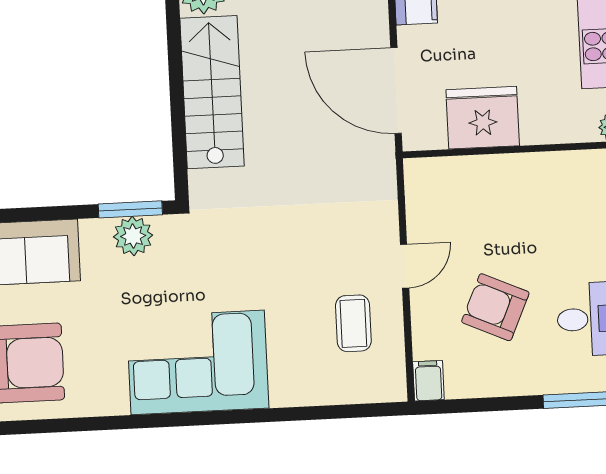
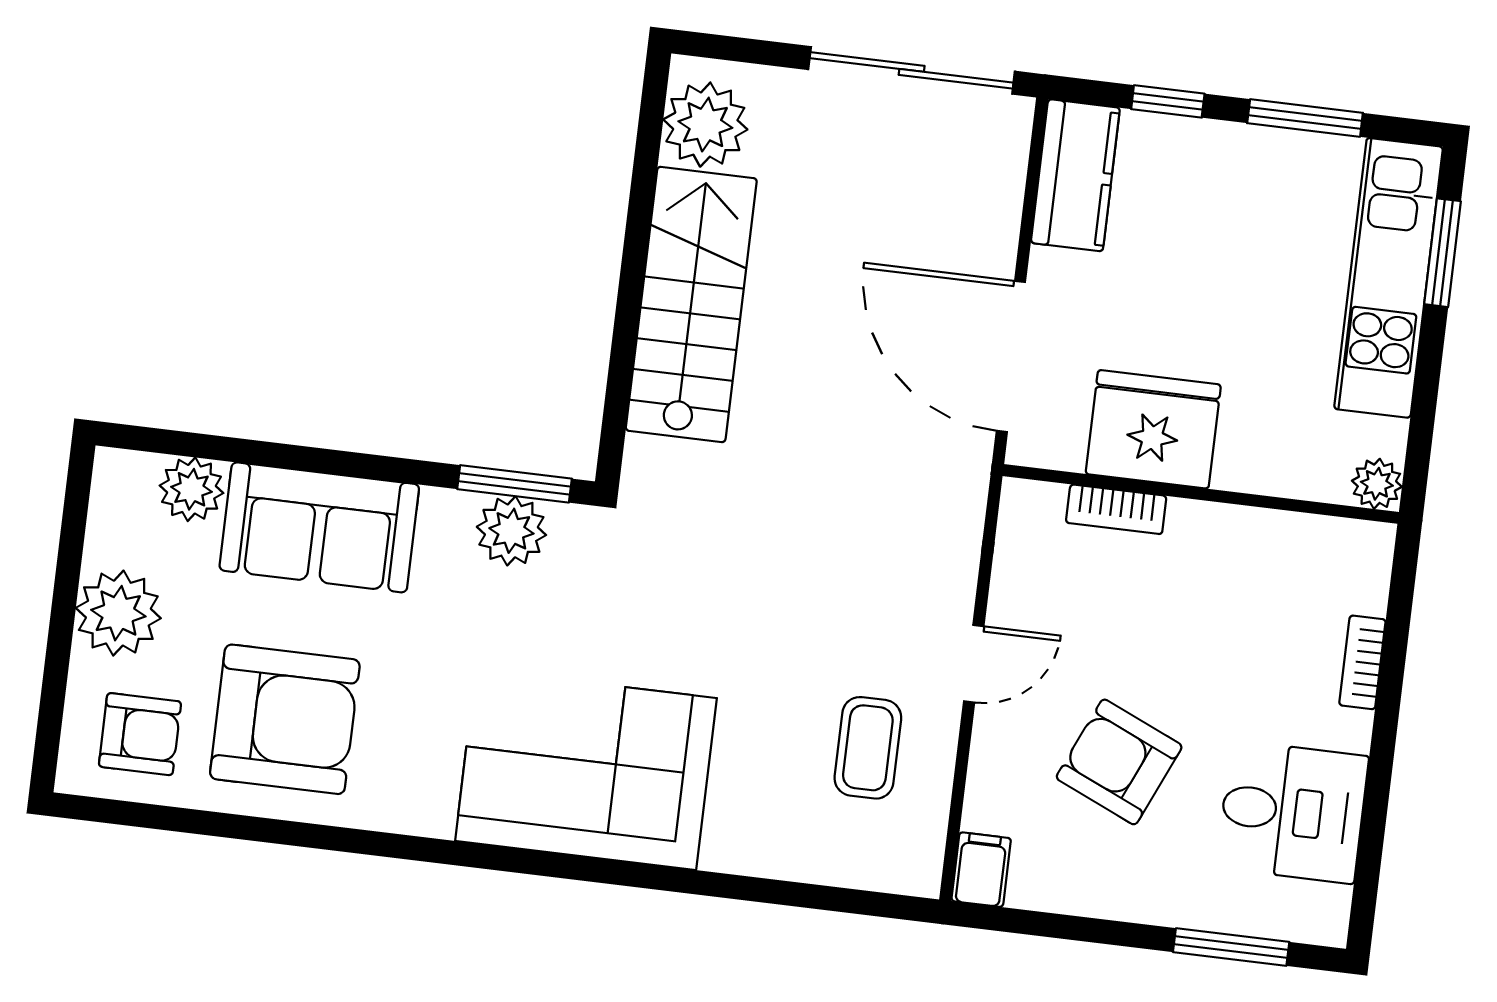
bookcase: (470, 166) -> (1116, 509), added

